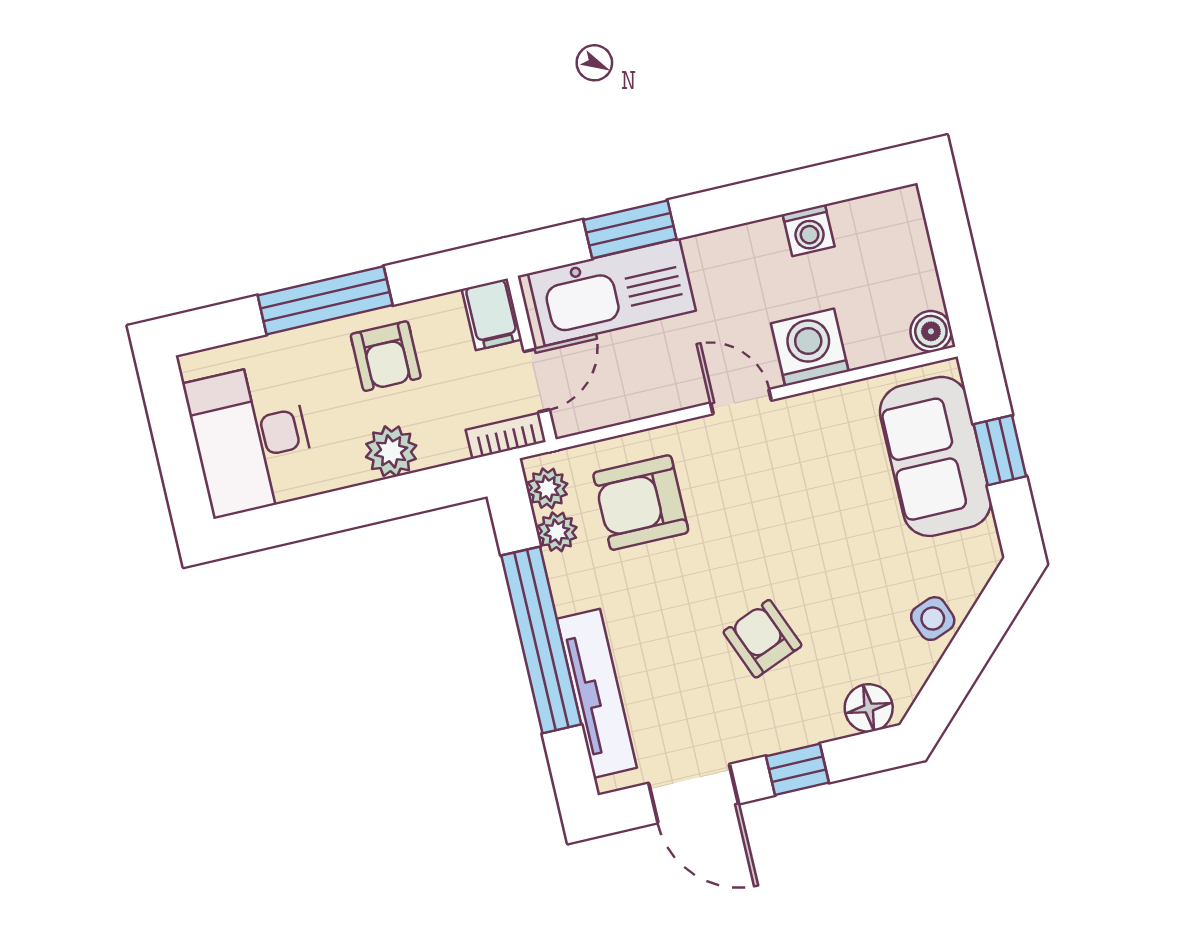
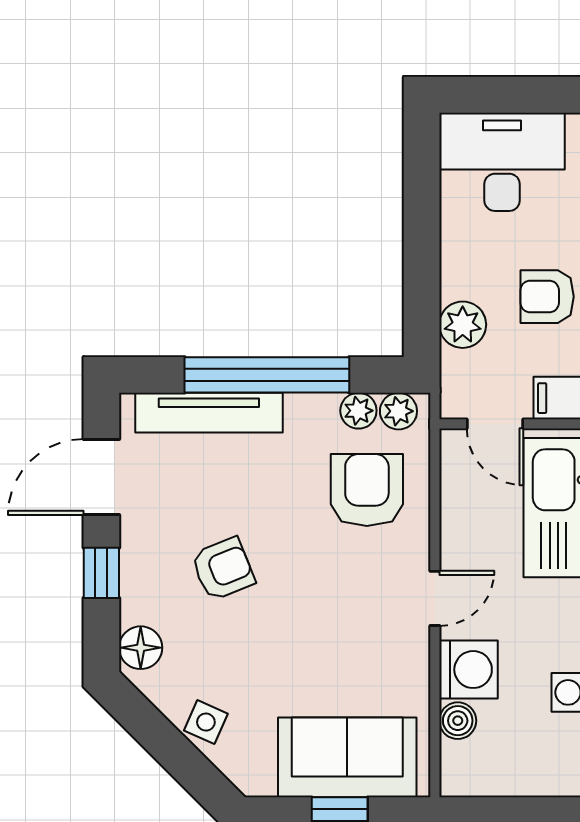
boiler: (931, 331) -> (458, 721), moved
bookcase: (506, 436) -> (453, 385), removed
plant: (391, 451) -> (463, 325), moved
side table: (933, 619) -> (206, 722), turned 45

